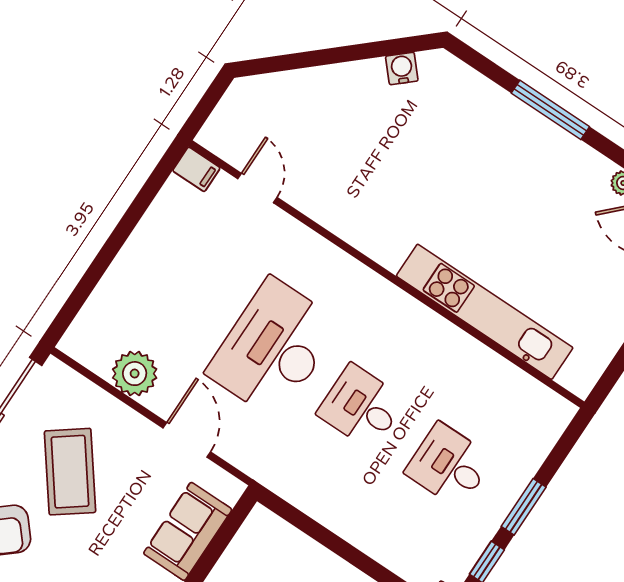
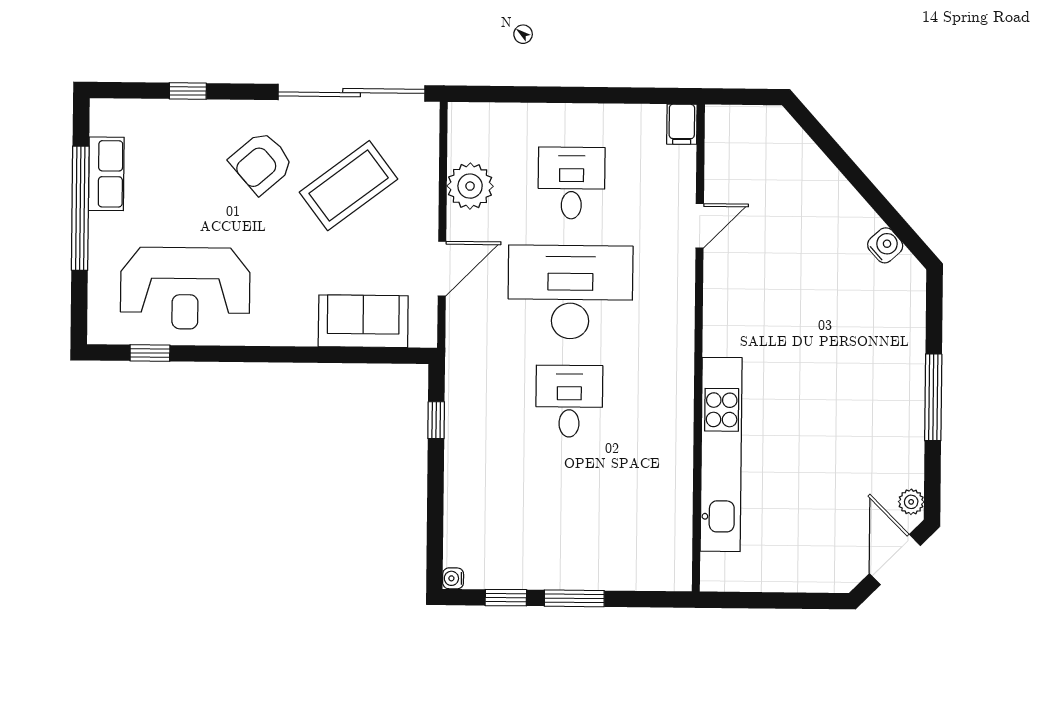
door: (257, 188) -> (700, 226), moved
desk: (449, 465) -> (571, 183), moved
window: (306, 525) -> (436, 420), added

